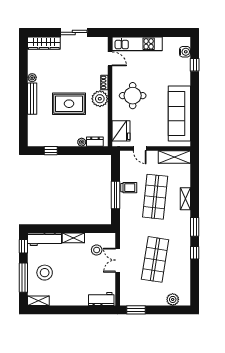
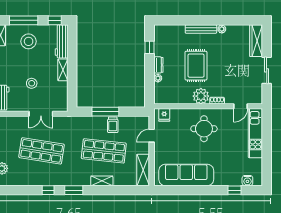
fridge: (121, 131) -> (164, 115), width x0.53, depth x0.75
dresser: (95, 142) -> (158, 65), moved
stool: (97, 250) -> (32, 83), moved
double door: (118, 260) -> (41, 114), swing flipped

